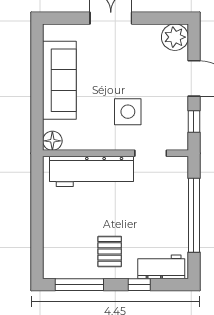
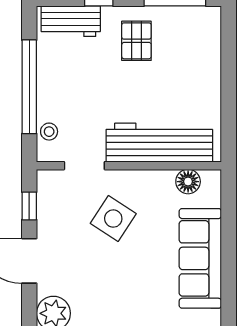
side table: (128, 112) -> (113, 219), turned 33
floor lamp: (52, 141) -> (188, 182), moved
stool: (178, 180) -> (49, 132), added

